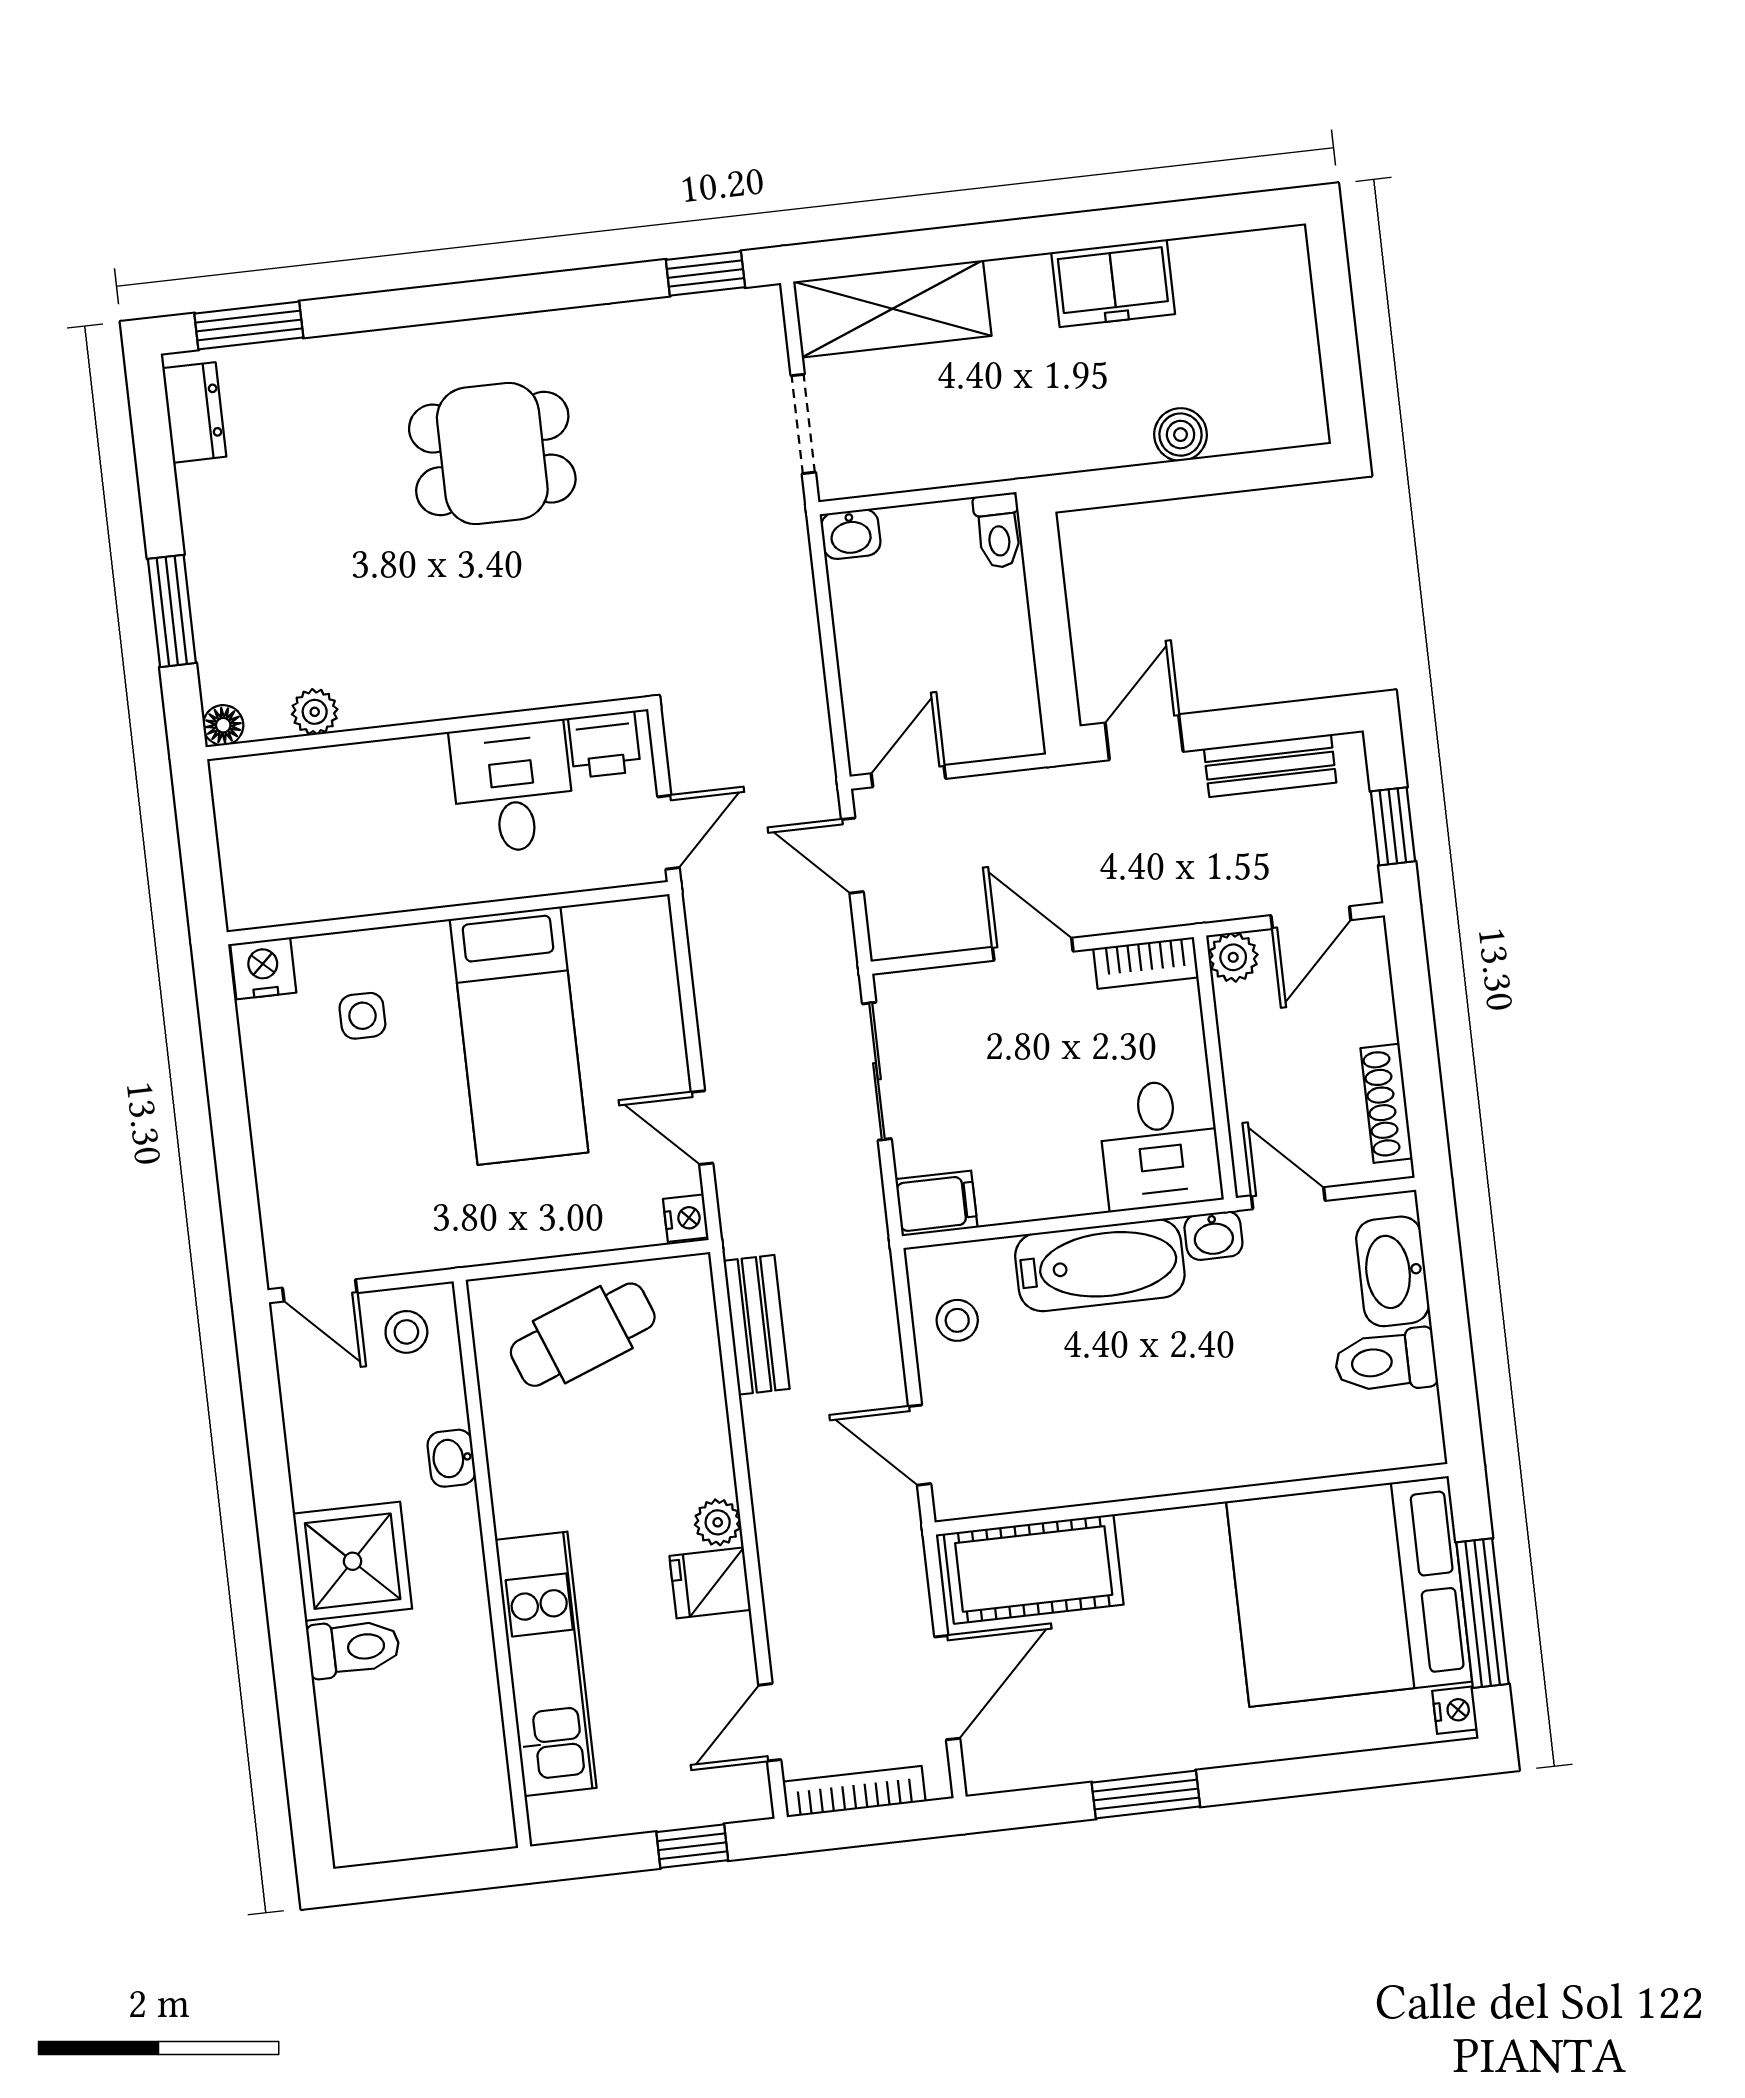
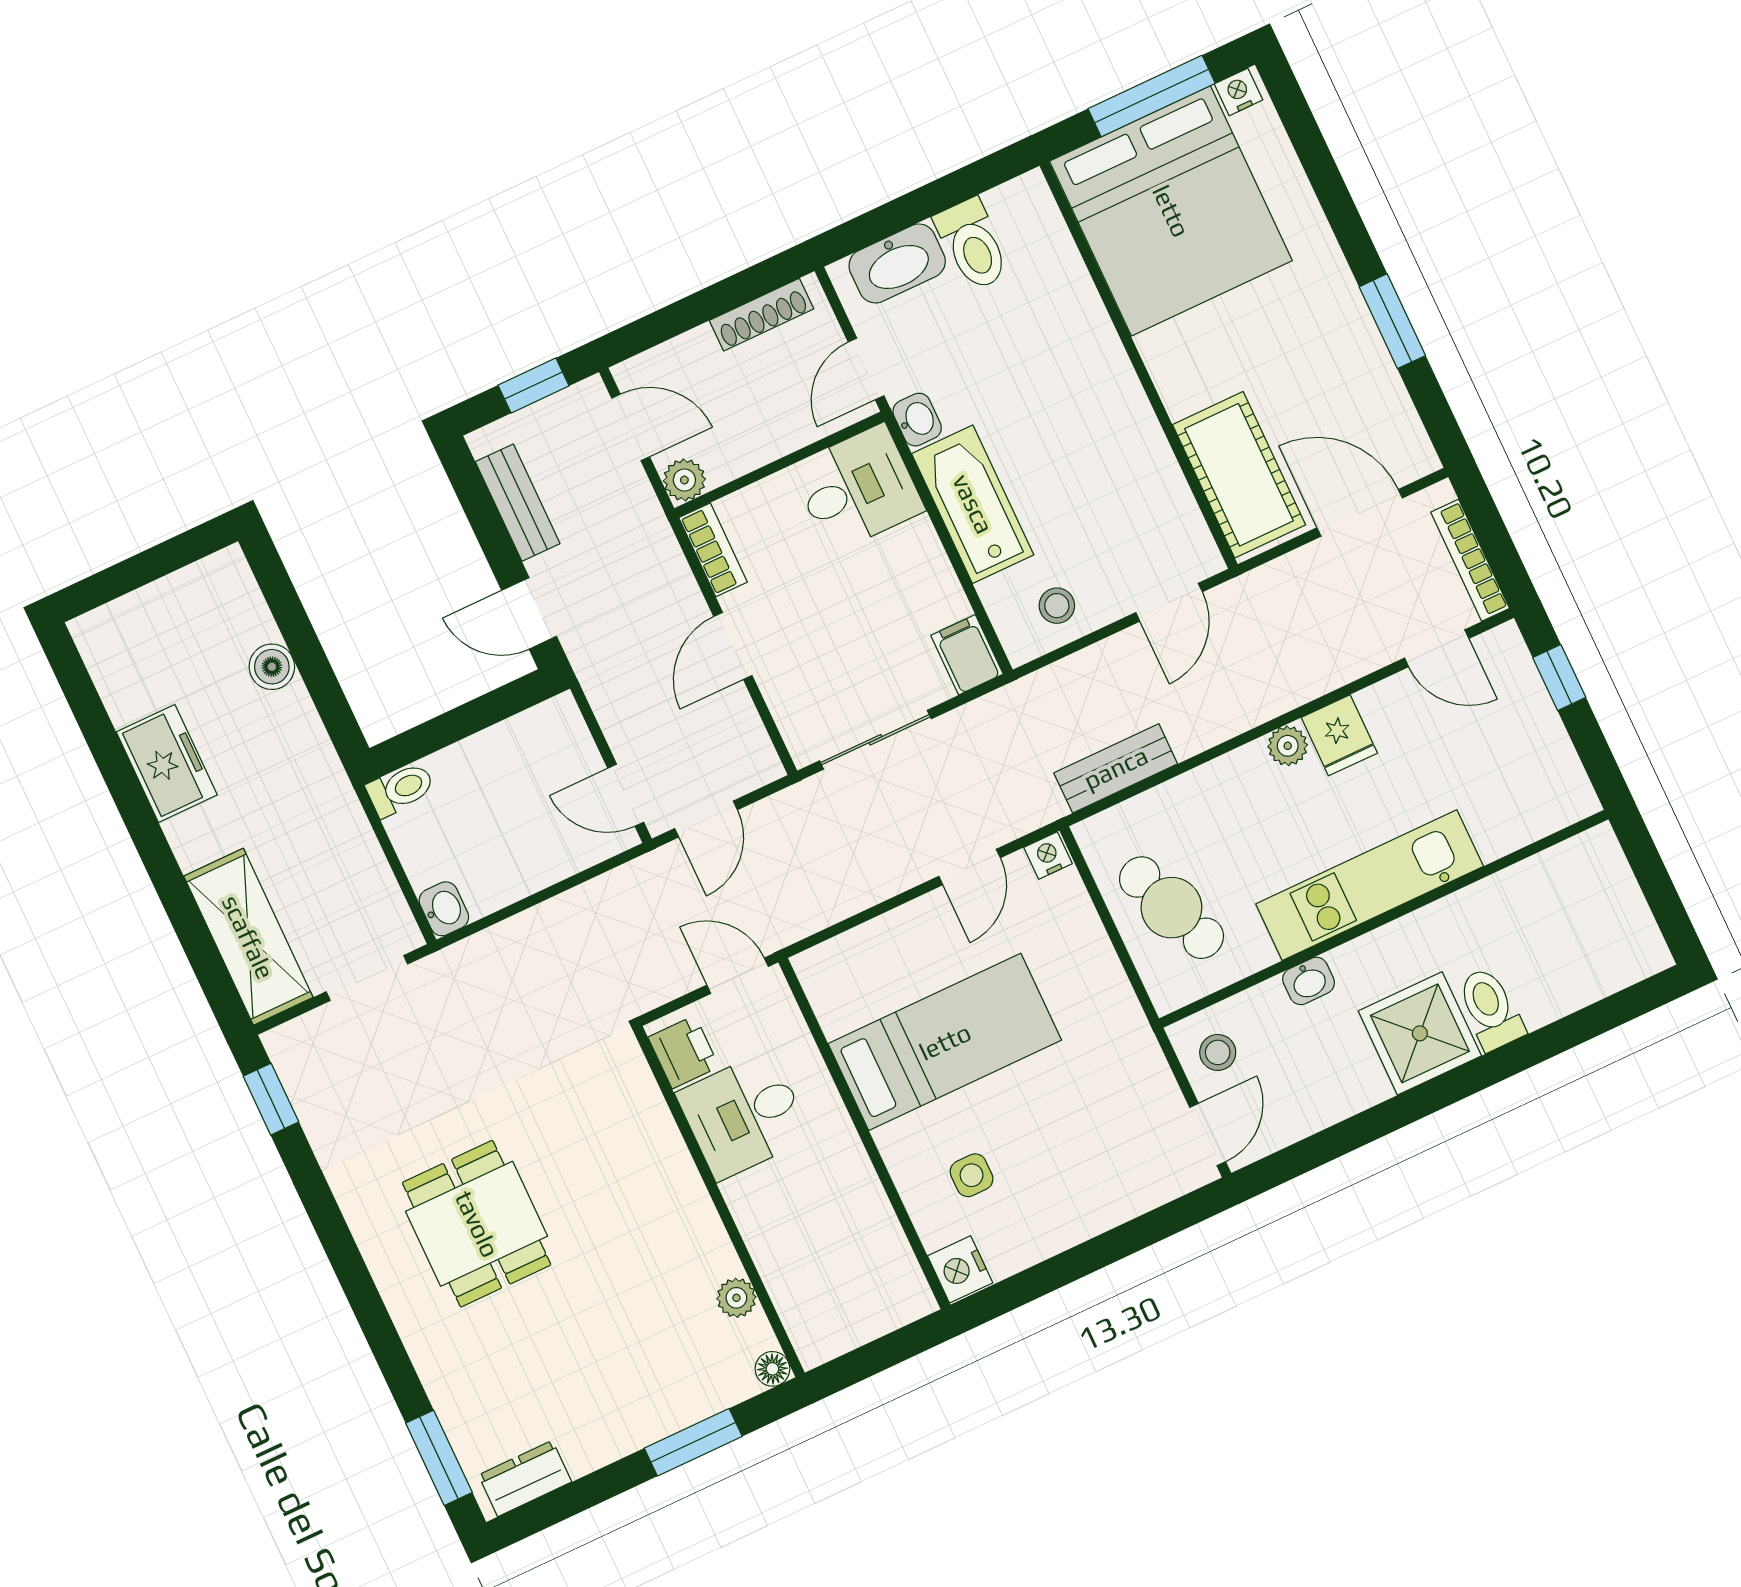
kitchen unit: (546, 1664) -> (1370, 885), moved

